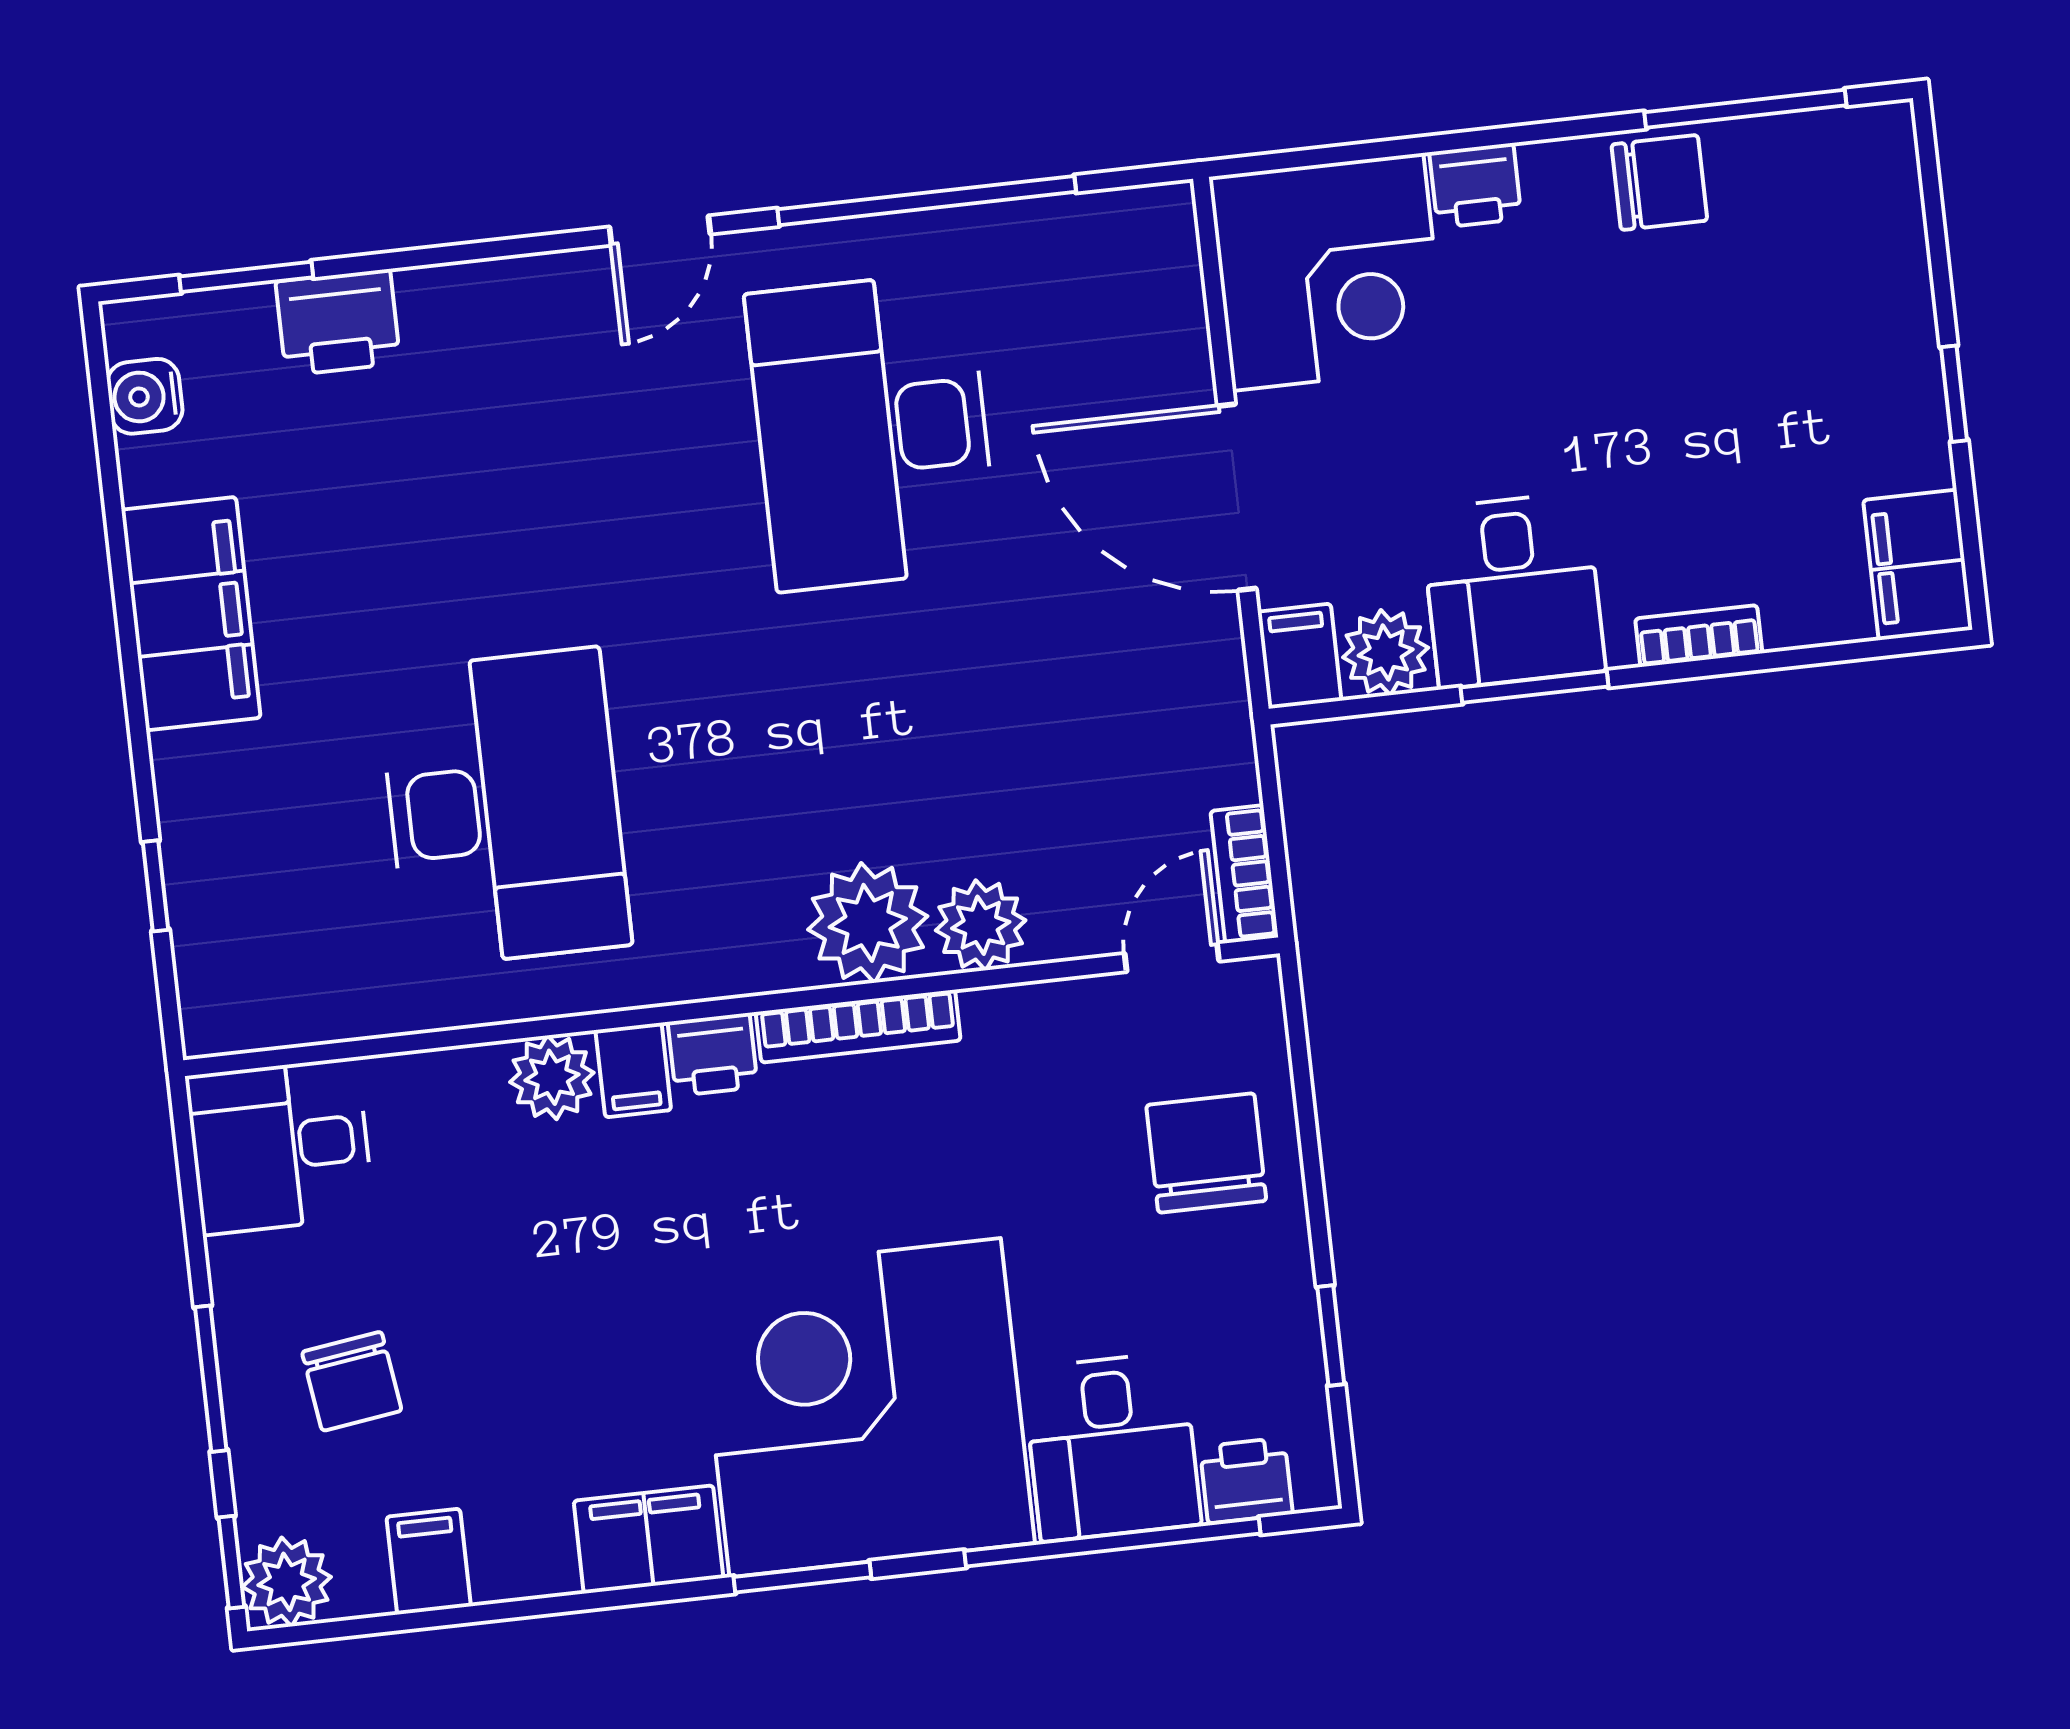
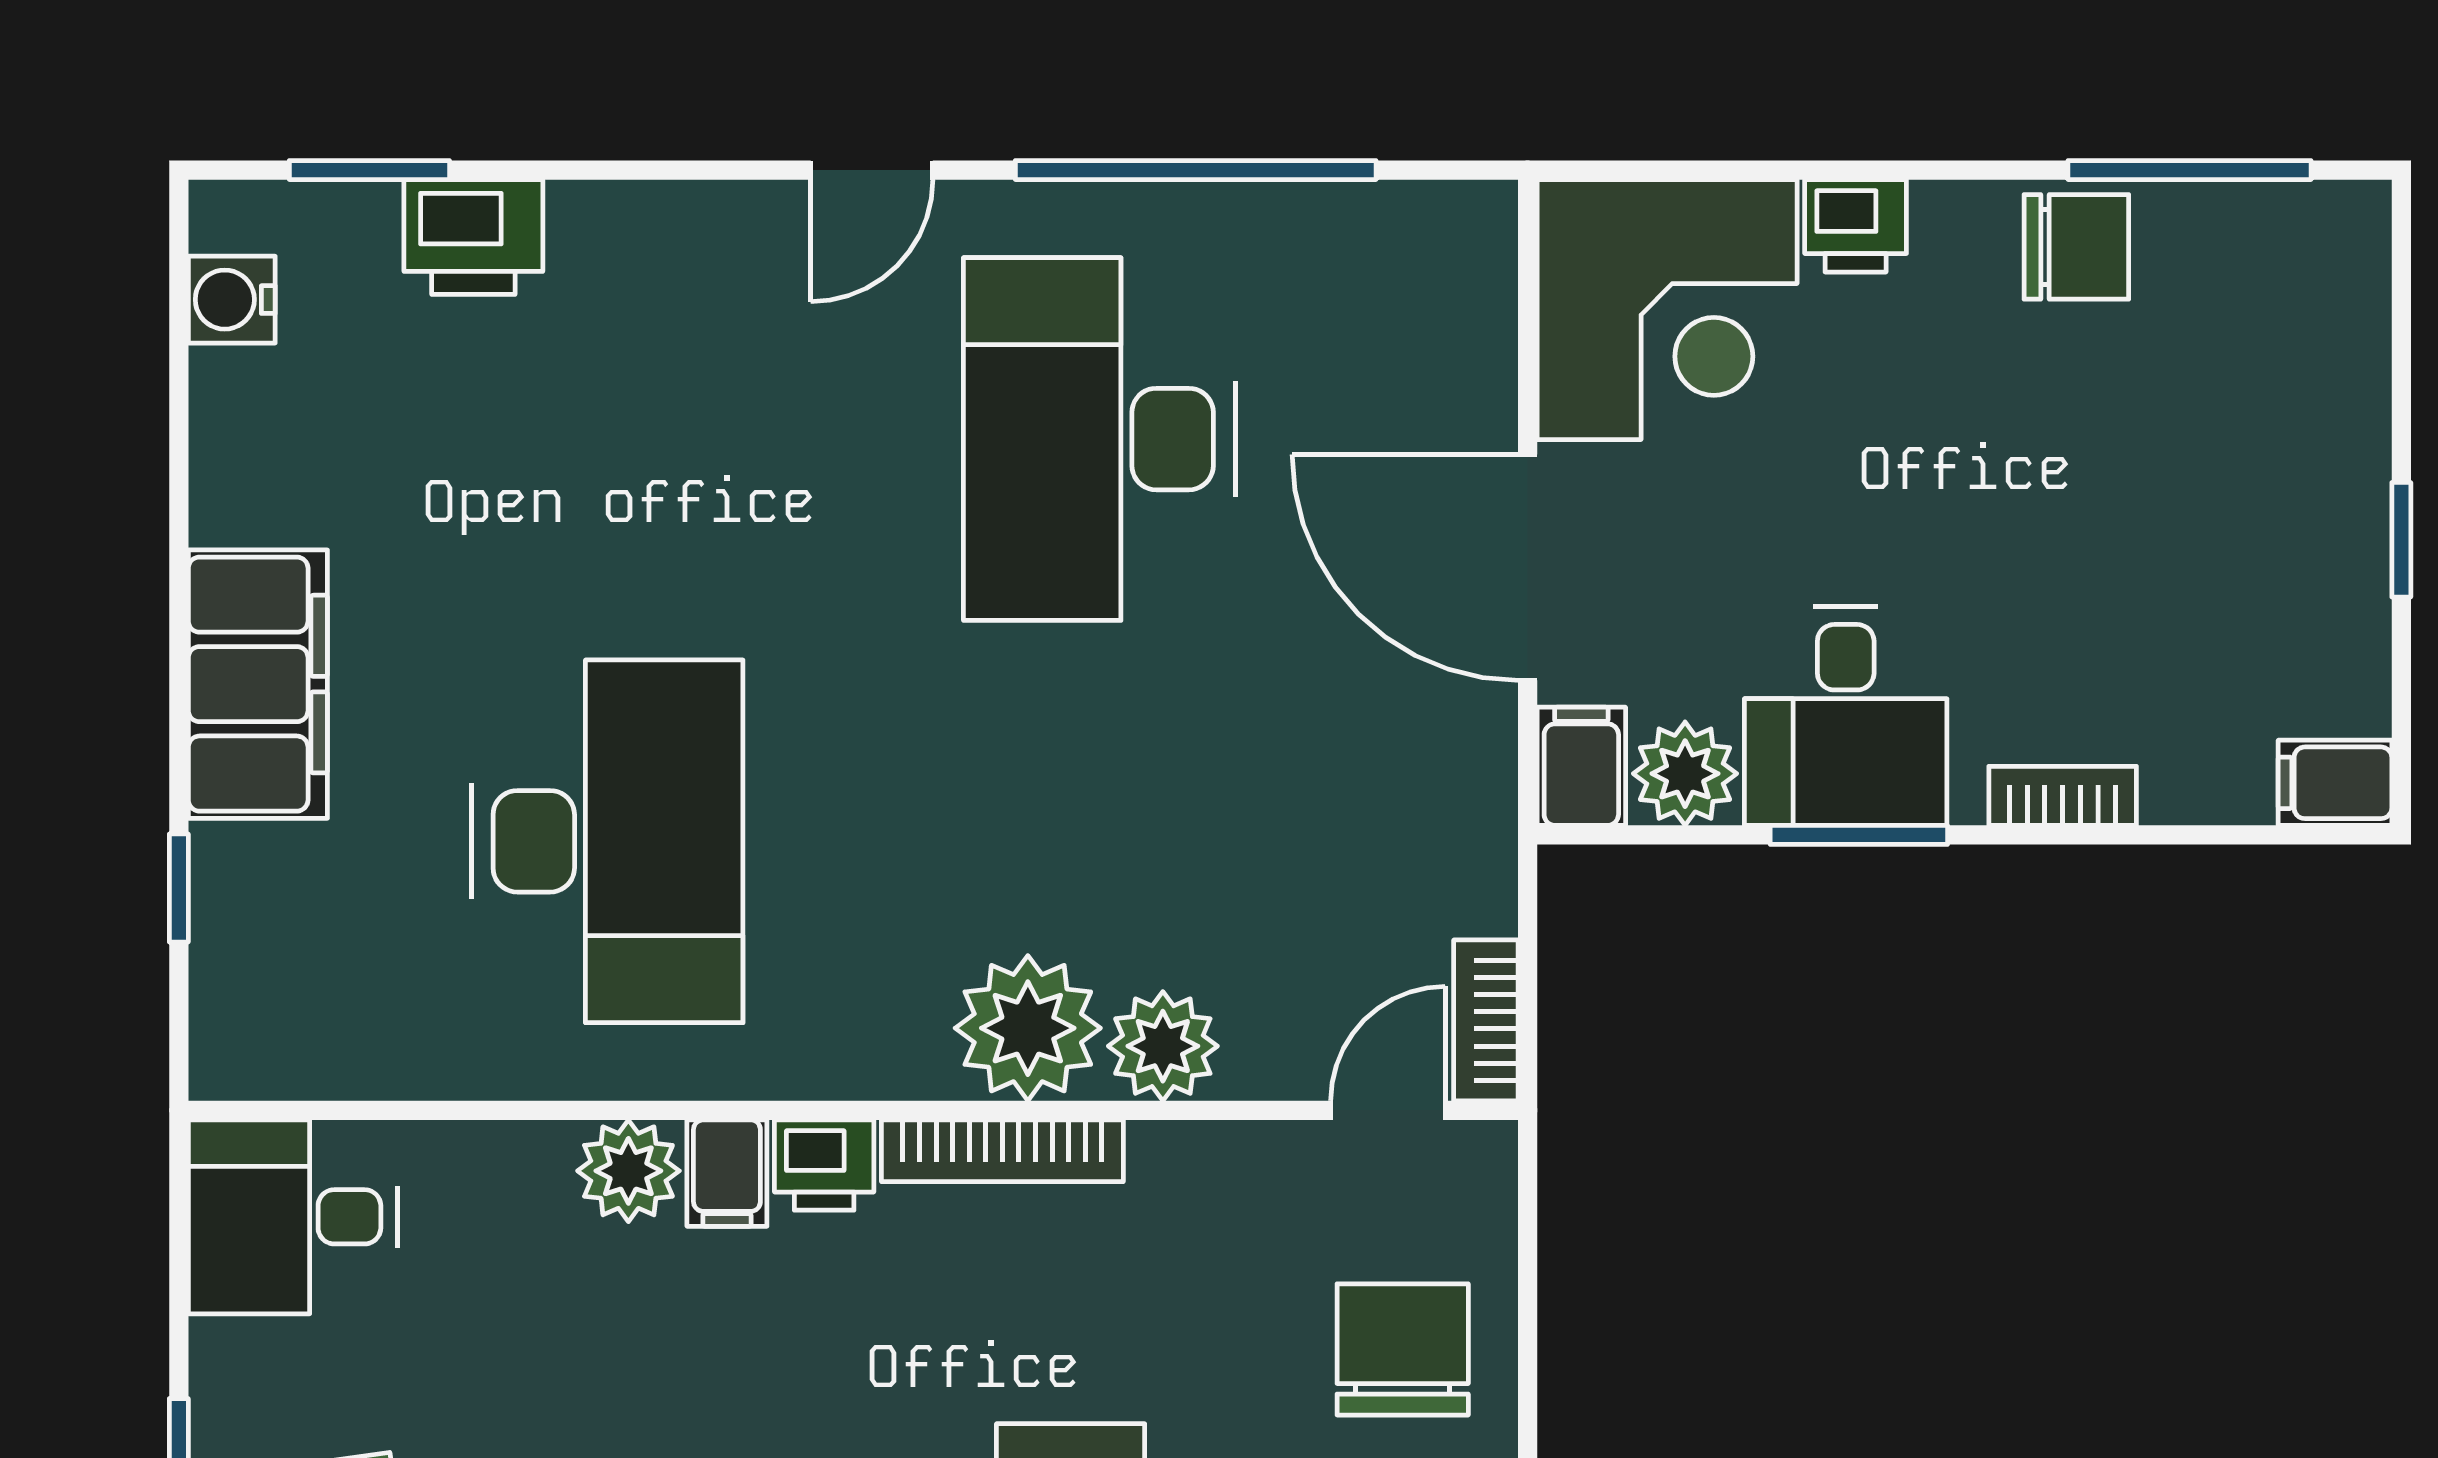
filing cabinet: (1918, 565) -> (2335, 783), width x0.50
filing cabinet: (191, 614) -> (258, 684), moved

